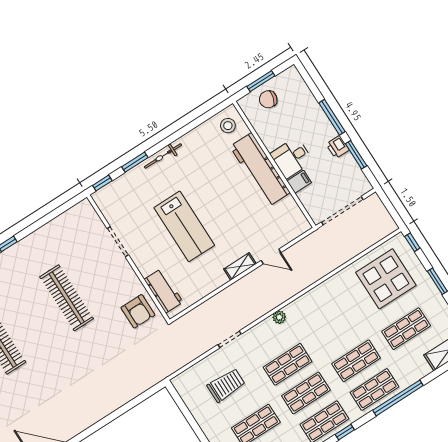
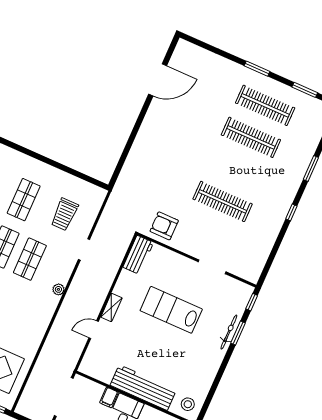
bicycle: (163, 156) -> (229, 332), moved
workbench: (164, 291) -> (138, 255), moved, turned -90

